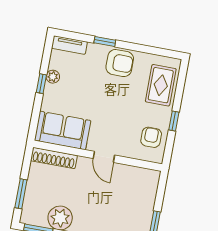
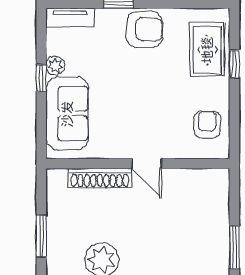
window: (174, 121) -> (234, 64), moved
sofa: (63, 130) -> (67, 114), moved, turned 90
shoe rack: (54, 158) -> (100, 178), moved

